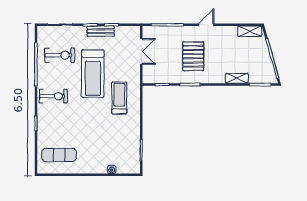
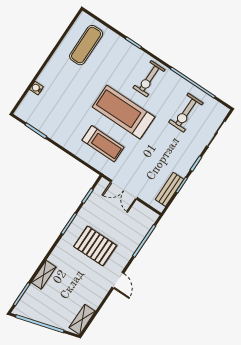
bench: (101, 31) -> (169, 189), moved
double door: (141, 51) -> (124, 190), moved
treadmill: (93, 74) -> (123, 112), moved

